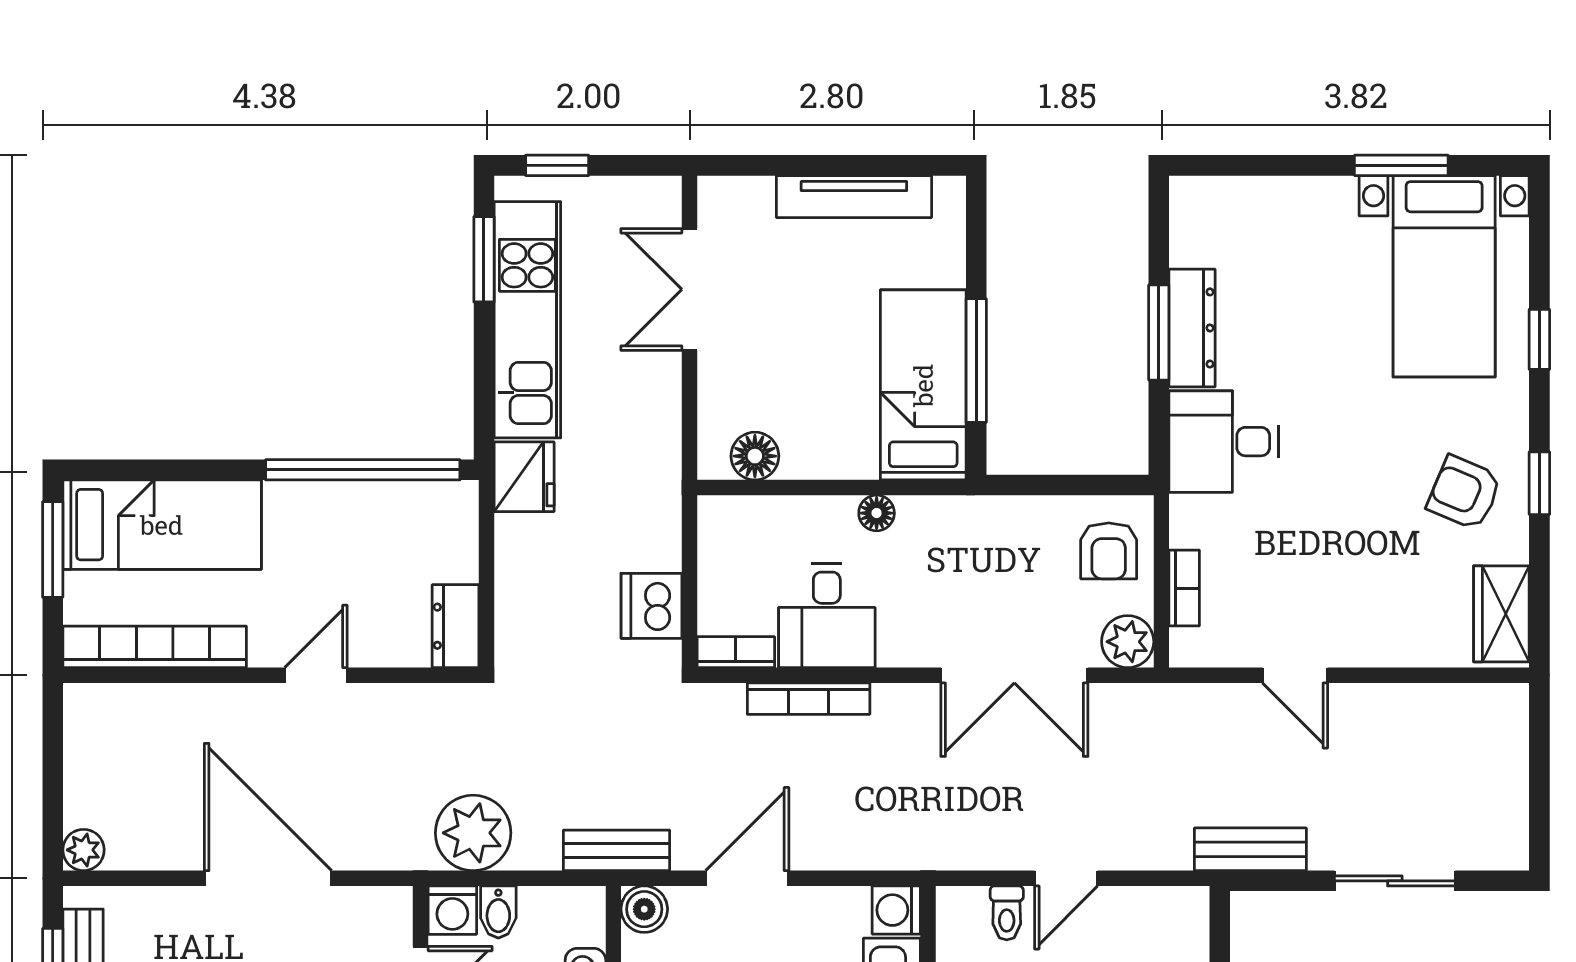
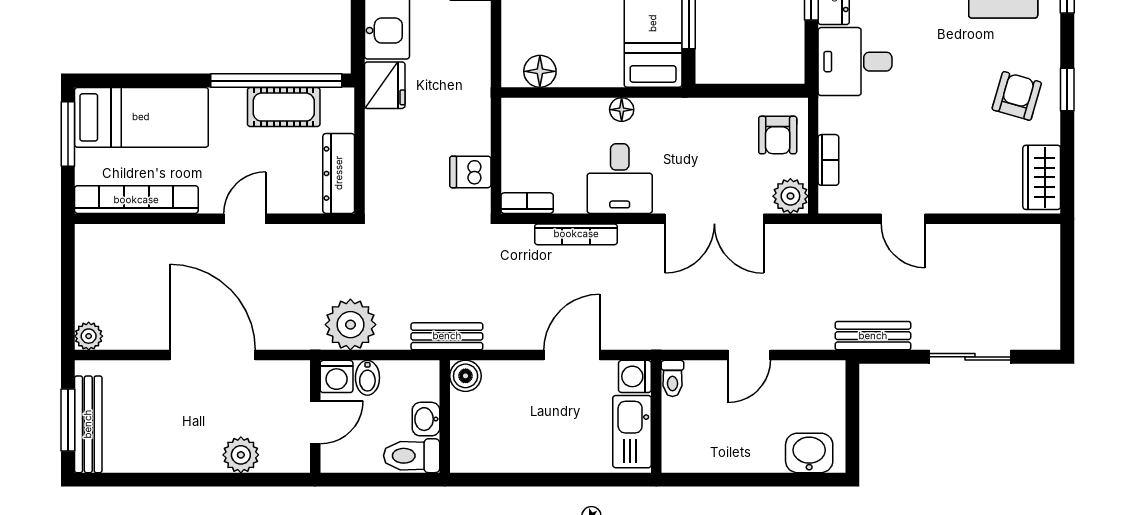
armchair: (1464, 493) -> (1017, 96), turned 83
cot: (374, 509) -> (284, 107), added
dishwasher: (651, 606) -> (470, 172), width x0.73
desk: (827, 616) -> (620, 179), moved
dresser: (456, 626) -> (339, 173), width x1.44
door: (747, 878) -> (572, 355), moved
toilet: (1007, 913) -> (673, 378), moved

